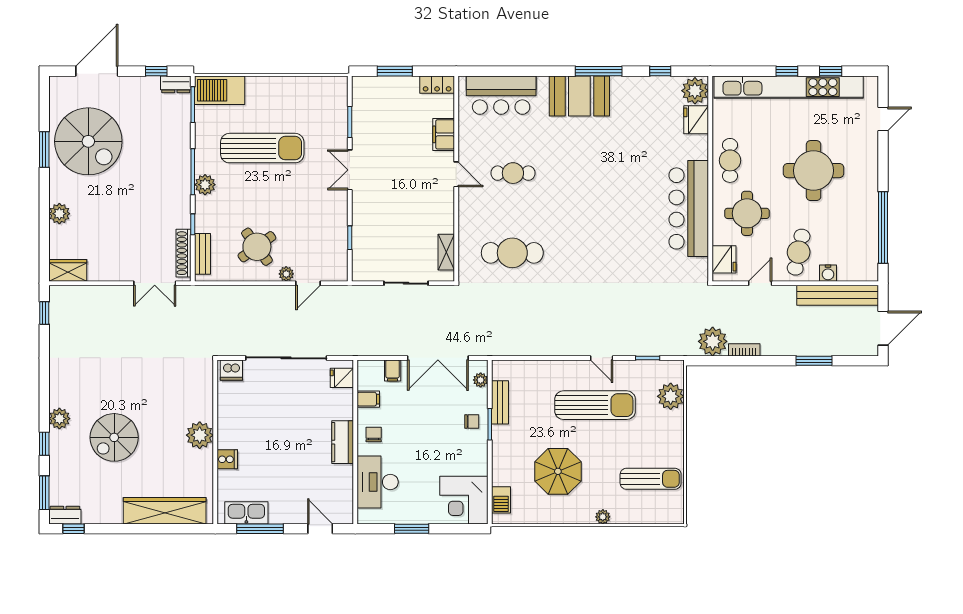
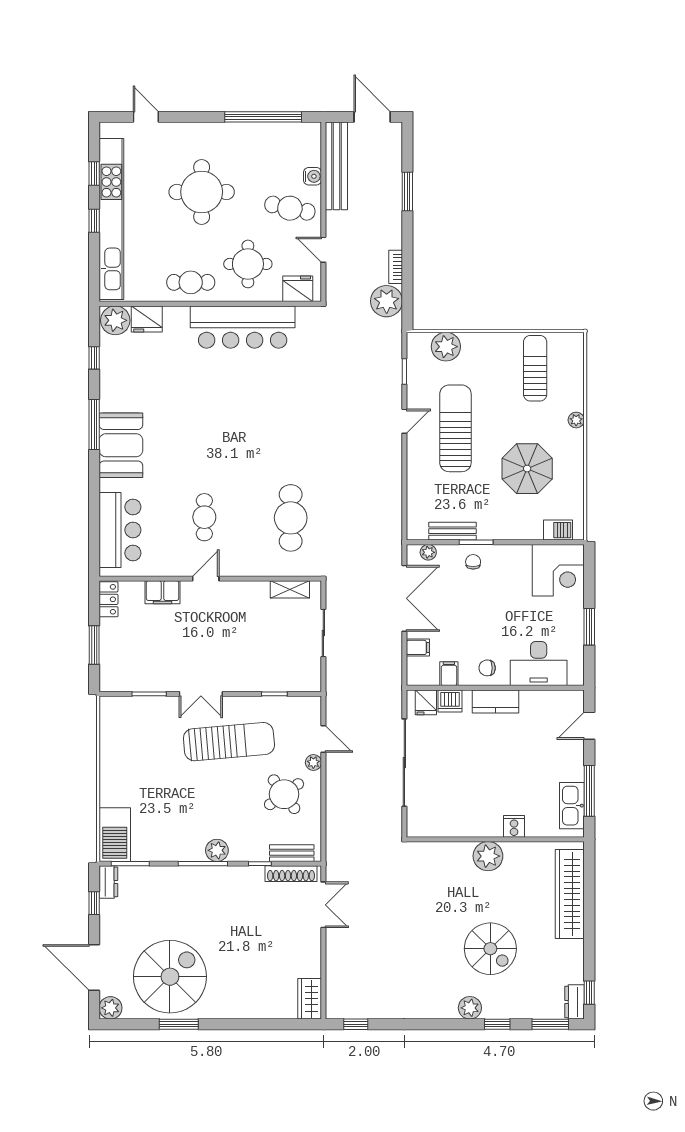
sun lounger: (262, 148) -> (229, 742), moved, turned 85
plant: (59, 214) -> (110, 1008), moved
dishwasher: (231, 370) -> (450, 701), moved, turned 90

